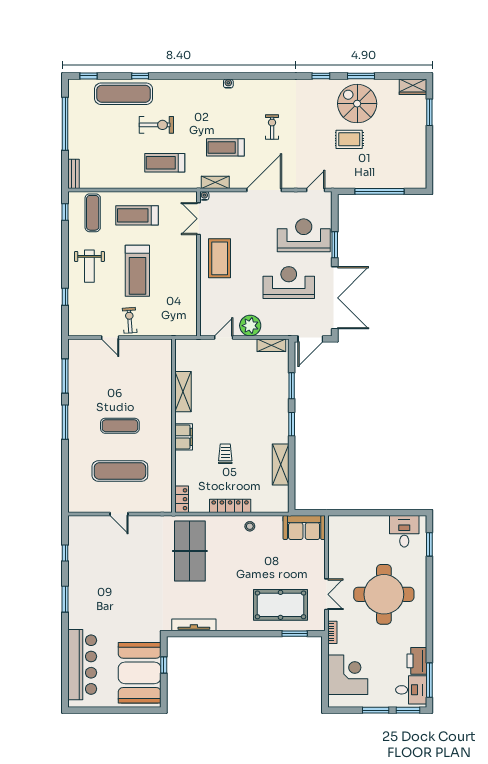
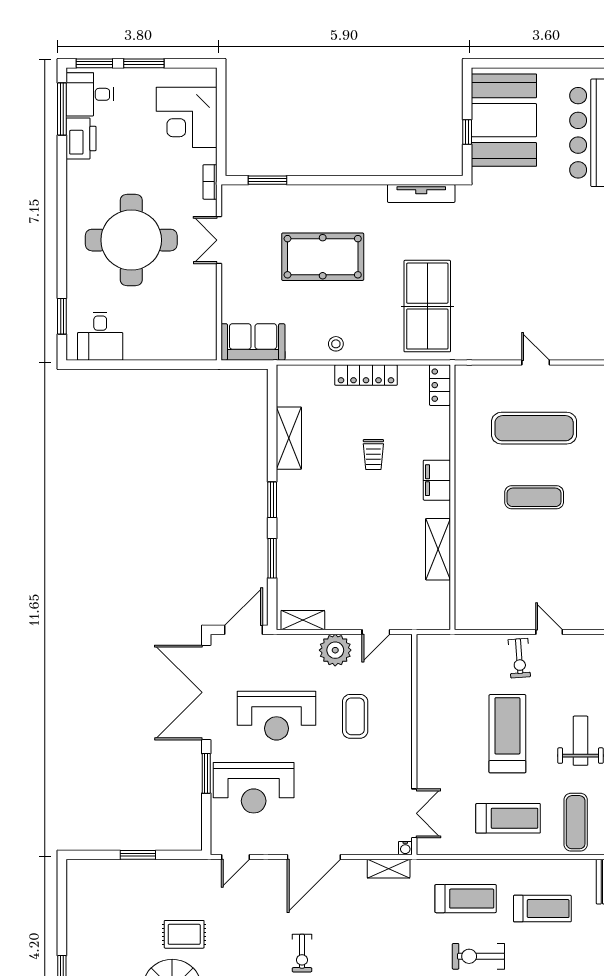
treadmill: (225, 147) -> (542, 909), moved
window: (380, 191) -> (138, 855), width x0.47
coffee table: (220, 258) -> (355, 716), moved, width x0.73, depth x0.76
pool table: (281, 605) -> (323, 257), moved

